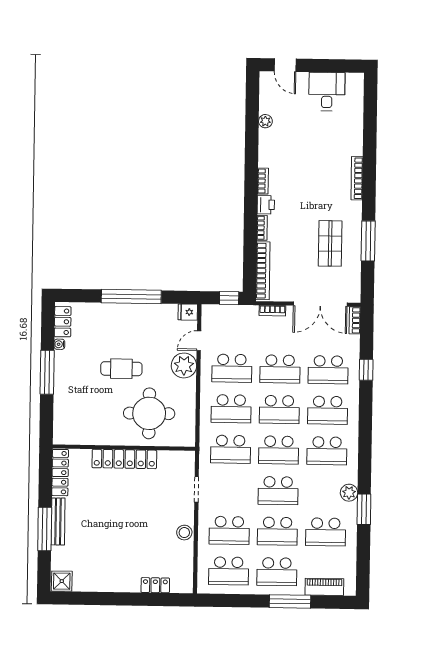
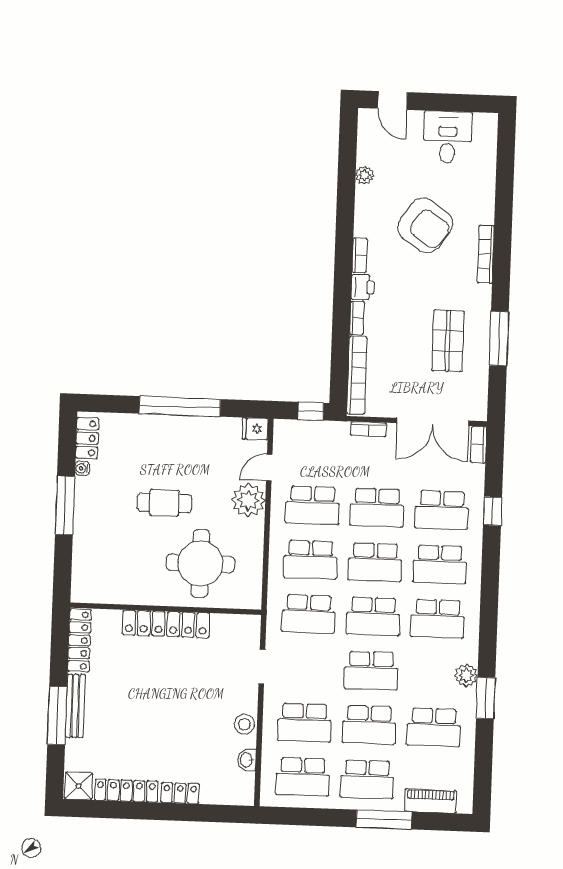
armchair: (311, 158) -> (425, 226), added
washbasin: (187, 559) -> (247, 760), added
locker: (97, 584) -> (126, 791), added
locker: (155, 585) -> (180, 793), moved

